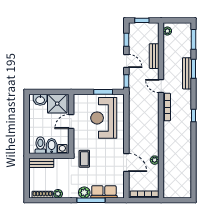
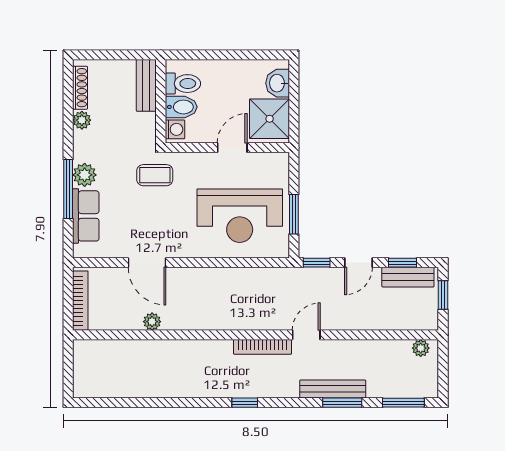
bench: (154, 56) -> (408, 277), moved
reception desk: (104, 118) -> (240, 216), turned 180
door: (71, 122) -> (232, 148), hinge flipped
door: (126, 162) -> (147, 263), hinge flipped

